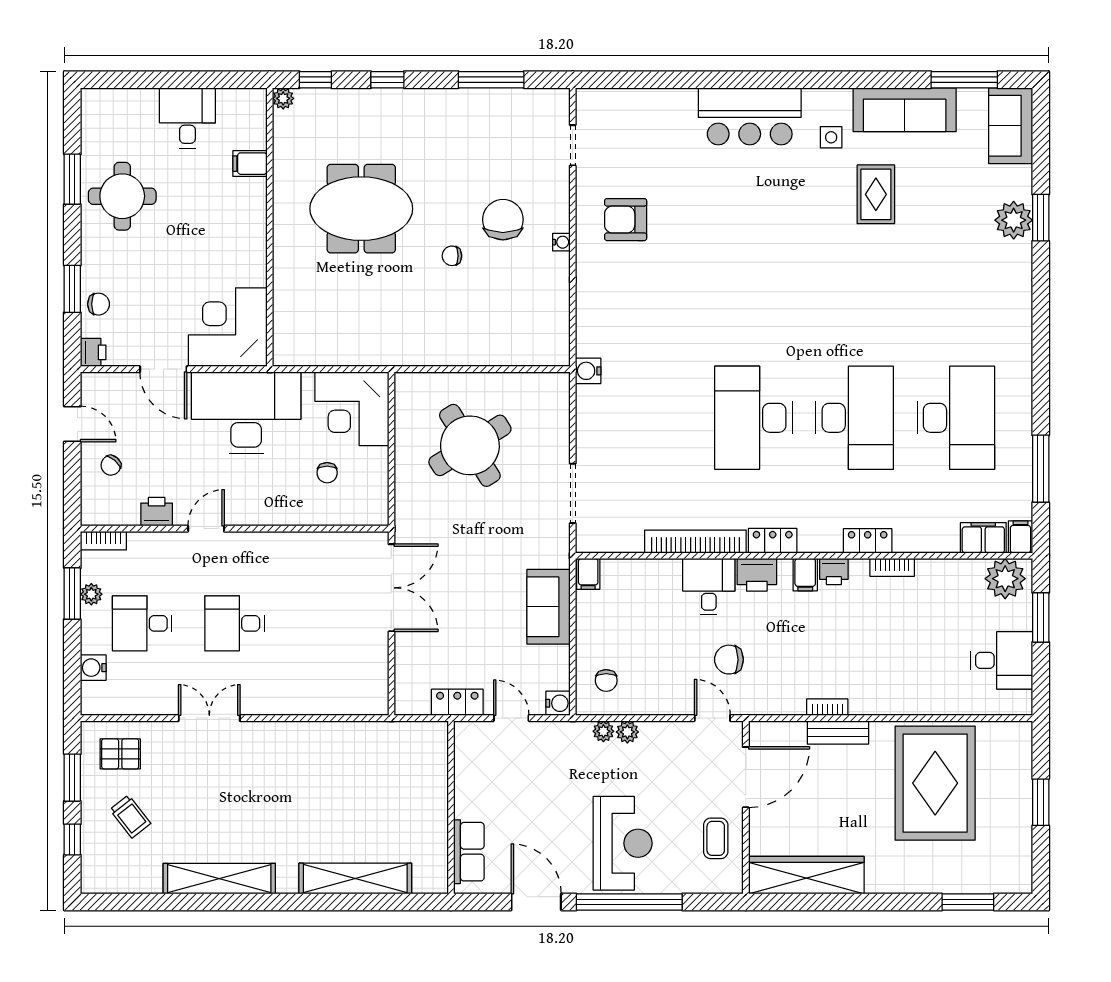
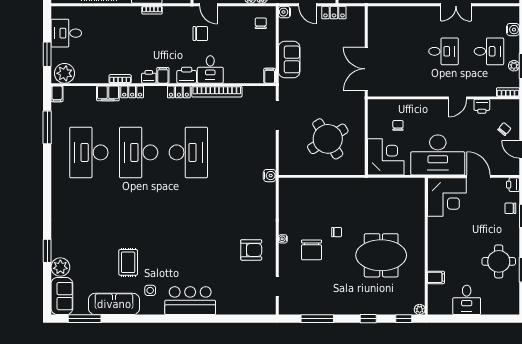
plant: (1014, 220) -> (60, 267), moved
filing cabinet: (983, 538) -> (108, 93), moved

